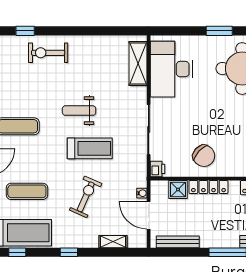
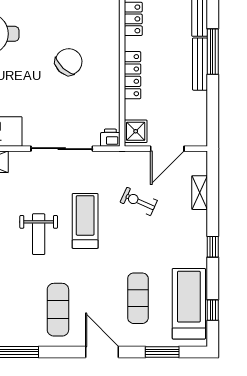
chair: (204, 156) -> (69, 62), moved
shower: (178, 190) -> (136, 131), moved
water cooler: (142, 193) -> (140, 157), removed
exercise bike: (86, 197) -> (139, 201), moved, width x0.73, depth x0.72
bench: (178, 242) -> (200, 64), moved

